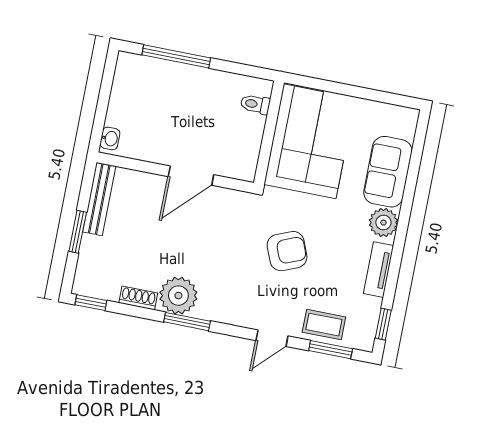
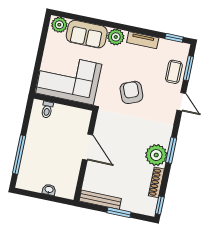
plant: (404, 124) -> (59, 25), added
washbasin: (110, 138) -> (49, 190), moved
shoe rack: (138, 298) -> (156, 182), width x1.43

